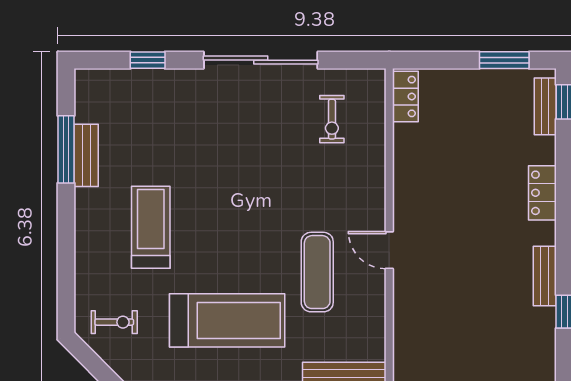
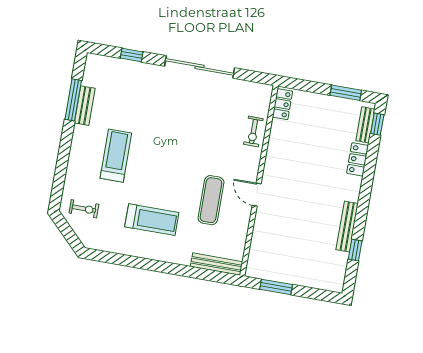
exercise bike: (332, 119) -> (253, 131), moved
locker: (542, 193) -> (358, 159), moved
bench: (545, 276) -> (347, 227), width x1.36
treadmill: (227, 320) -> (152, 220), width x0.73, depth x0.73

